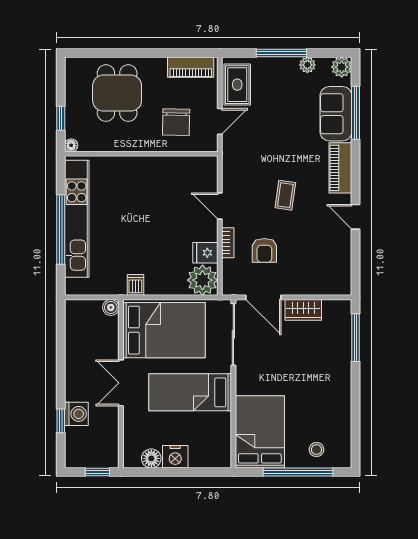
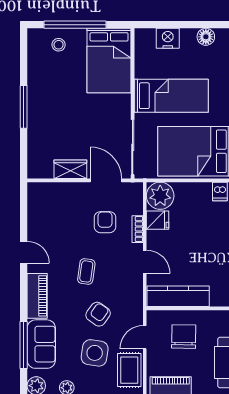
side table: (276, 104) -> (95, 353), added
armchair: (272, 147) -> (98, 314), added
kitchen counter: (182, 167) -> (178, 296), added
window: (356, 338) -> (24, 107), moved
nightstand: (175, 457) -> (168, 38), moved

